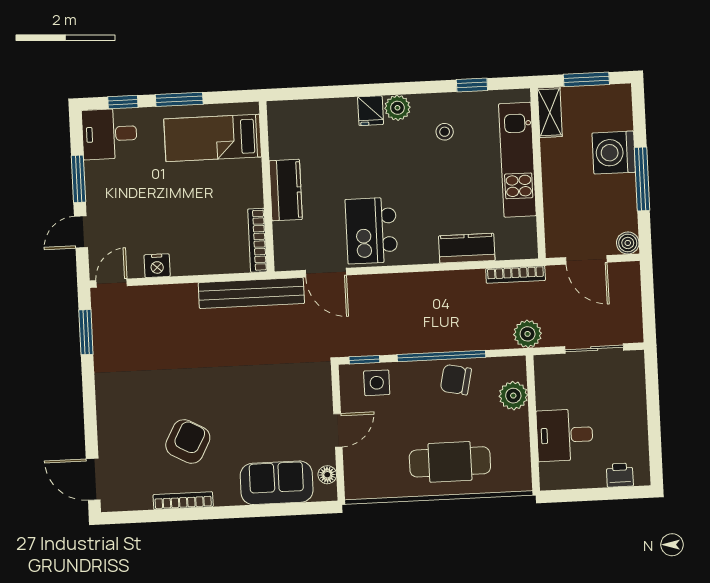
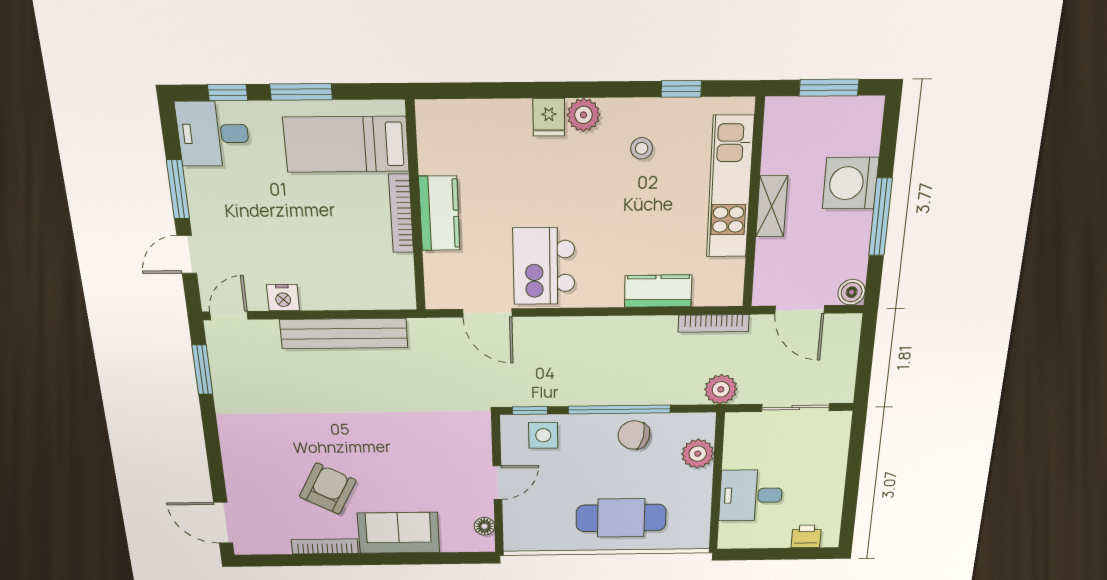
shelving: (550, 112) -> (772, 206), moved
bookcase: (257, 240) -> (401, 214), moved
bench: (251, 293) -> (344, 334), moved
sofa: (277, 483) -> (399, 533), moved

